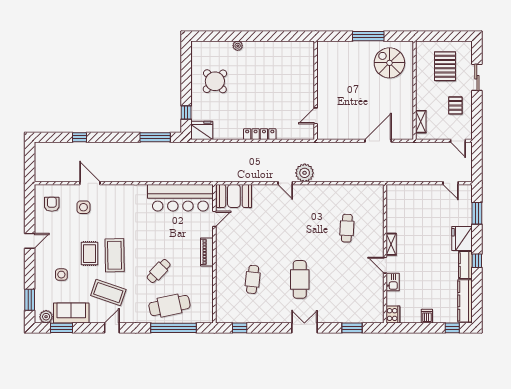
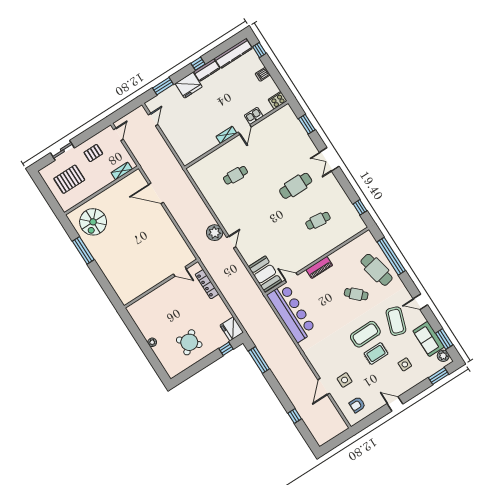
wall: (316, 90) -> (161, 284), moved
door: (316, 116) -> (180, 271), moved

